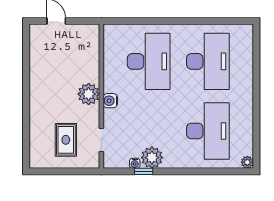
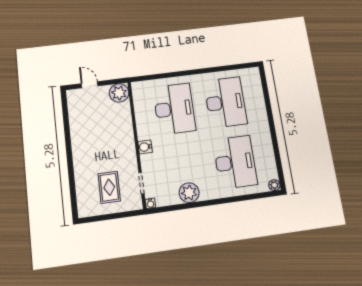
plant: (89, 94) -> (119, 93), moved
water cooler: (135, 163) -> (150, 203), moved
window: (144, 171) -> (183, 206), removed

